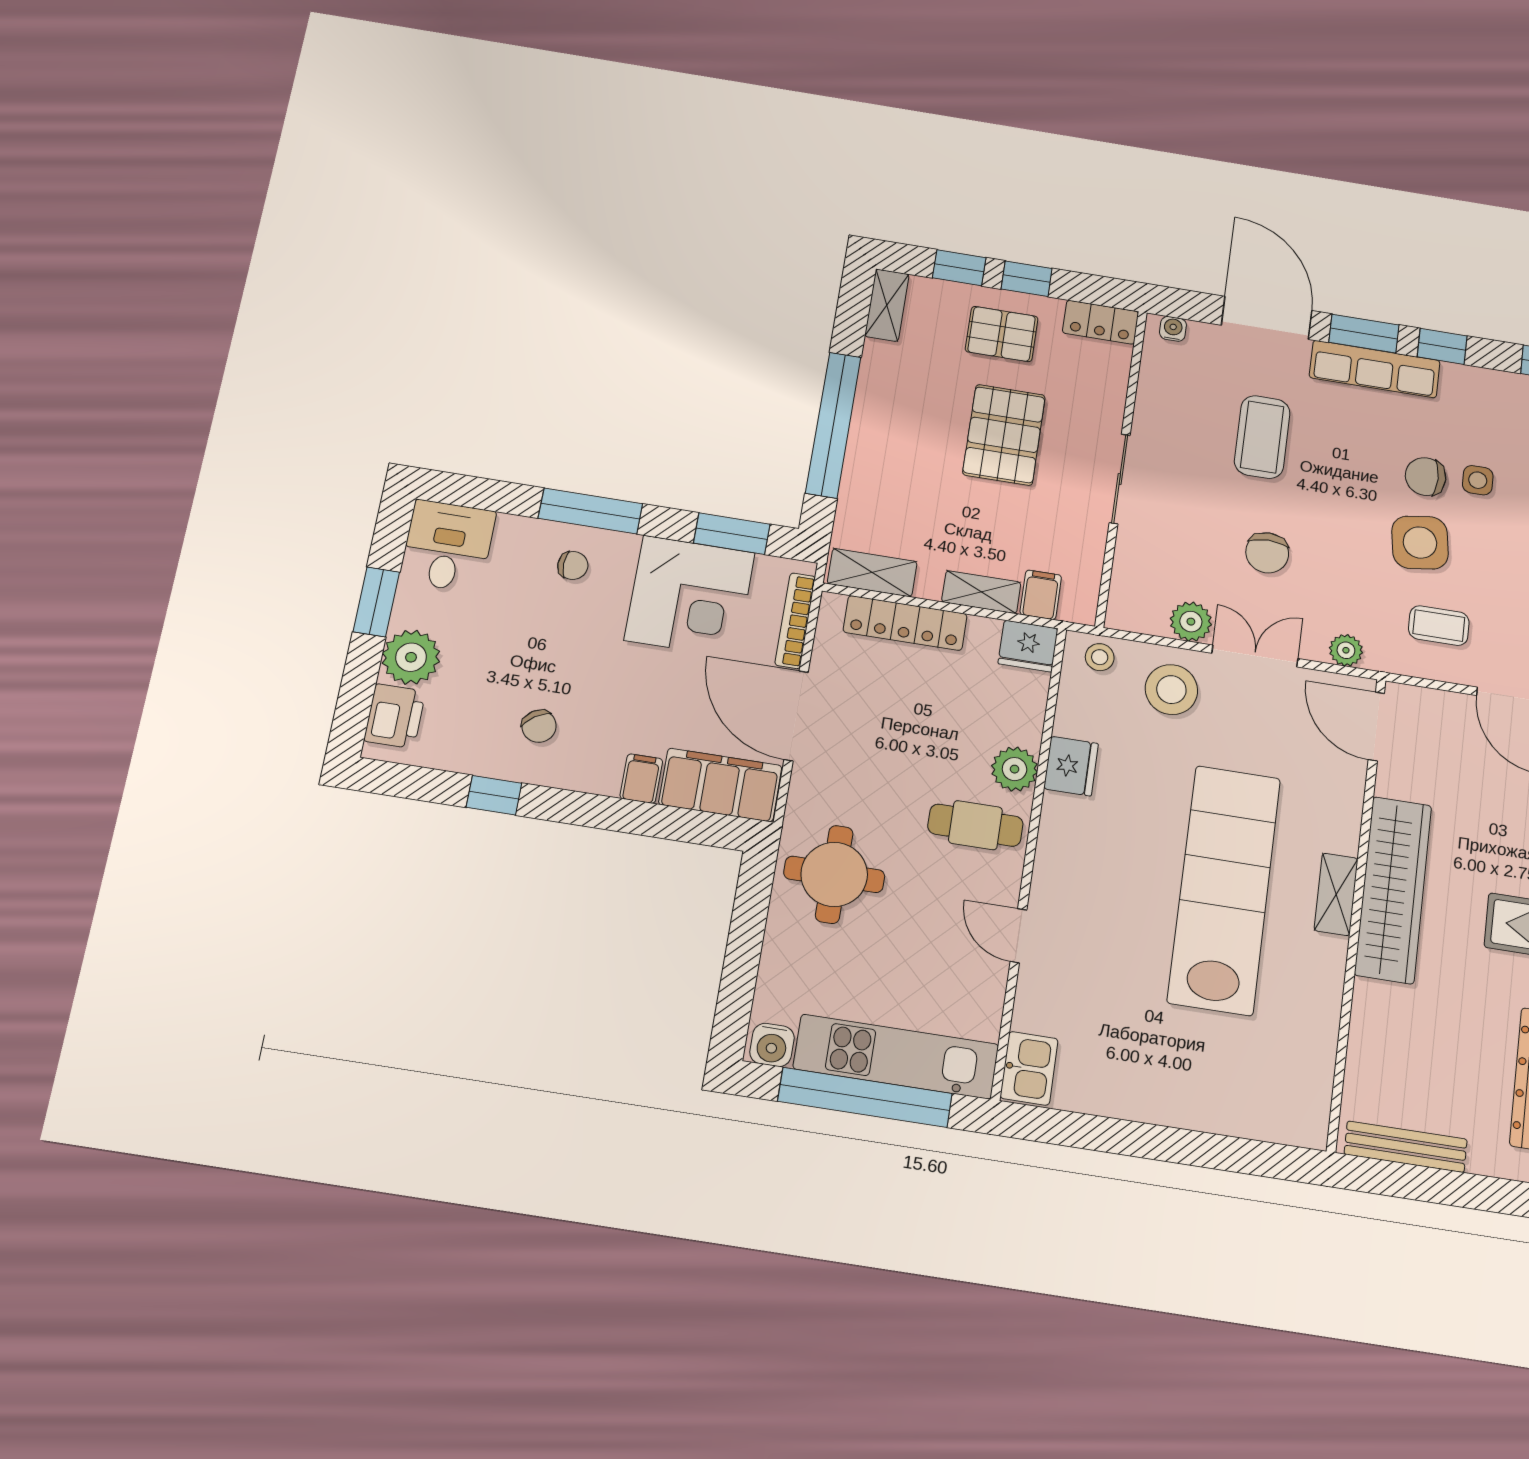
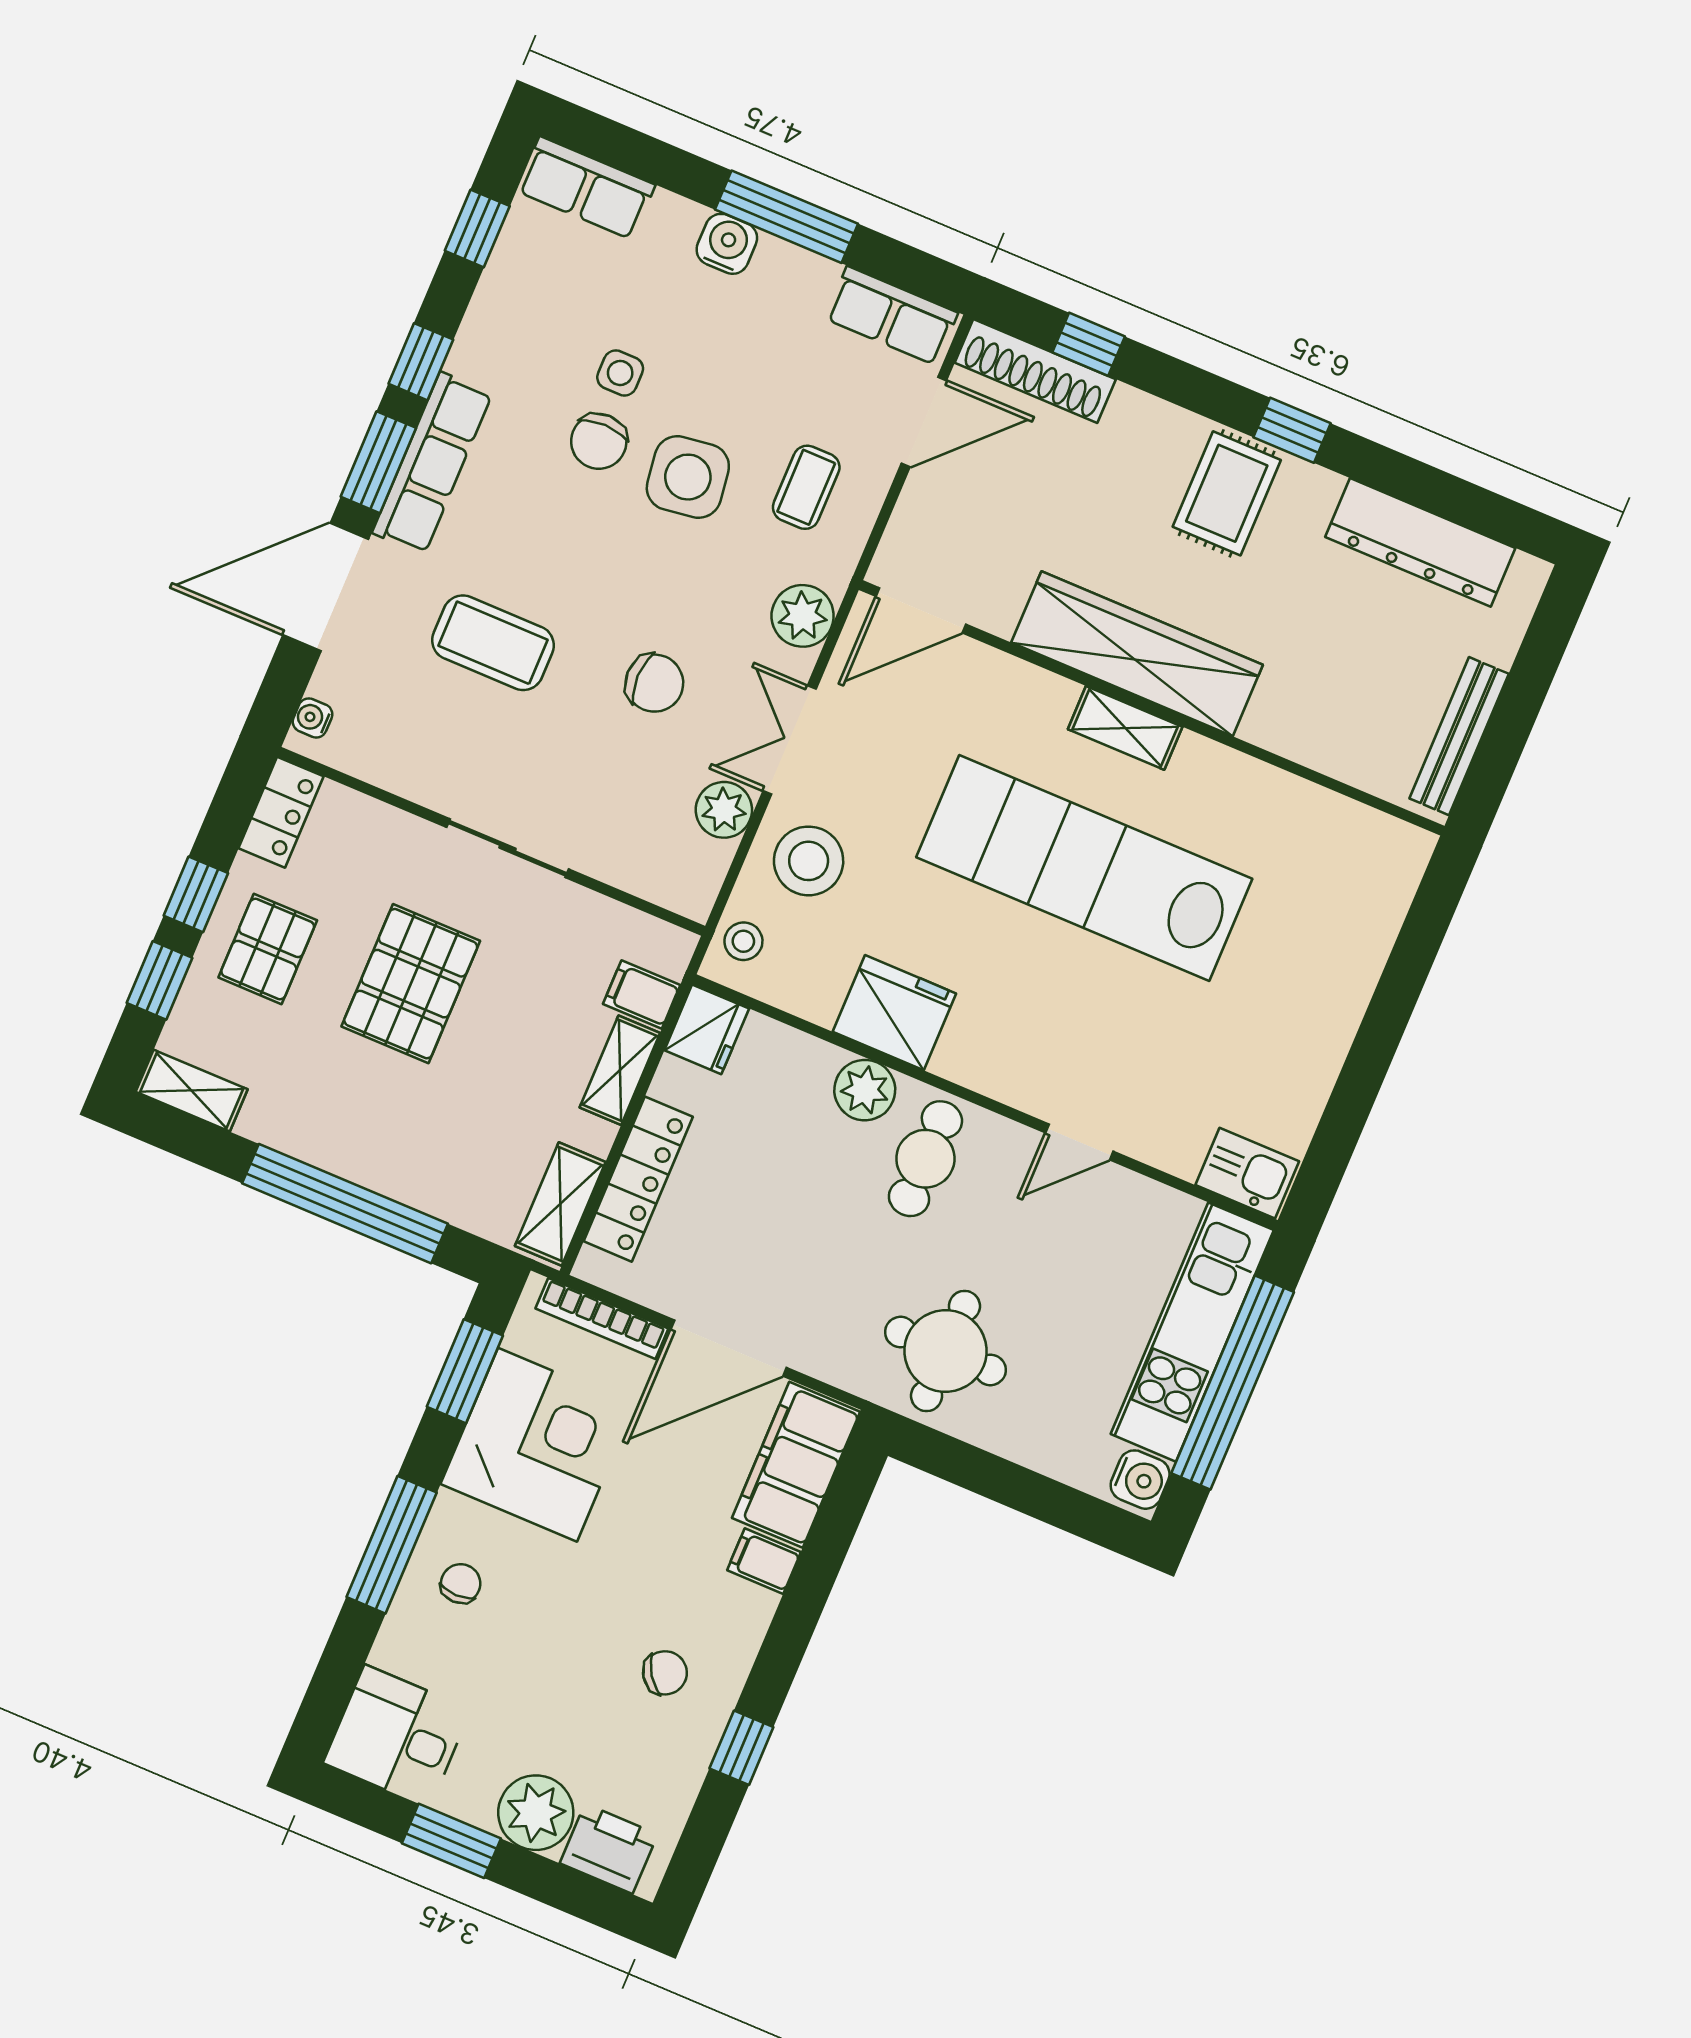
pallet: (1004, 435) -> (411, 984), turned 90
plant: (1346, 650) -> (803, 616), width x1.38, depth x1.38
fridge: (1071, 766) -> (894, 1013), width x1.36, depth x1.34

